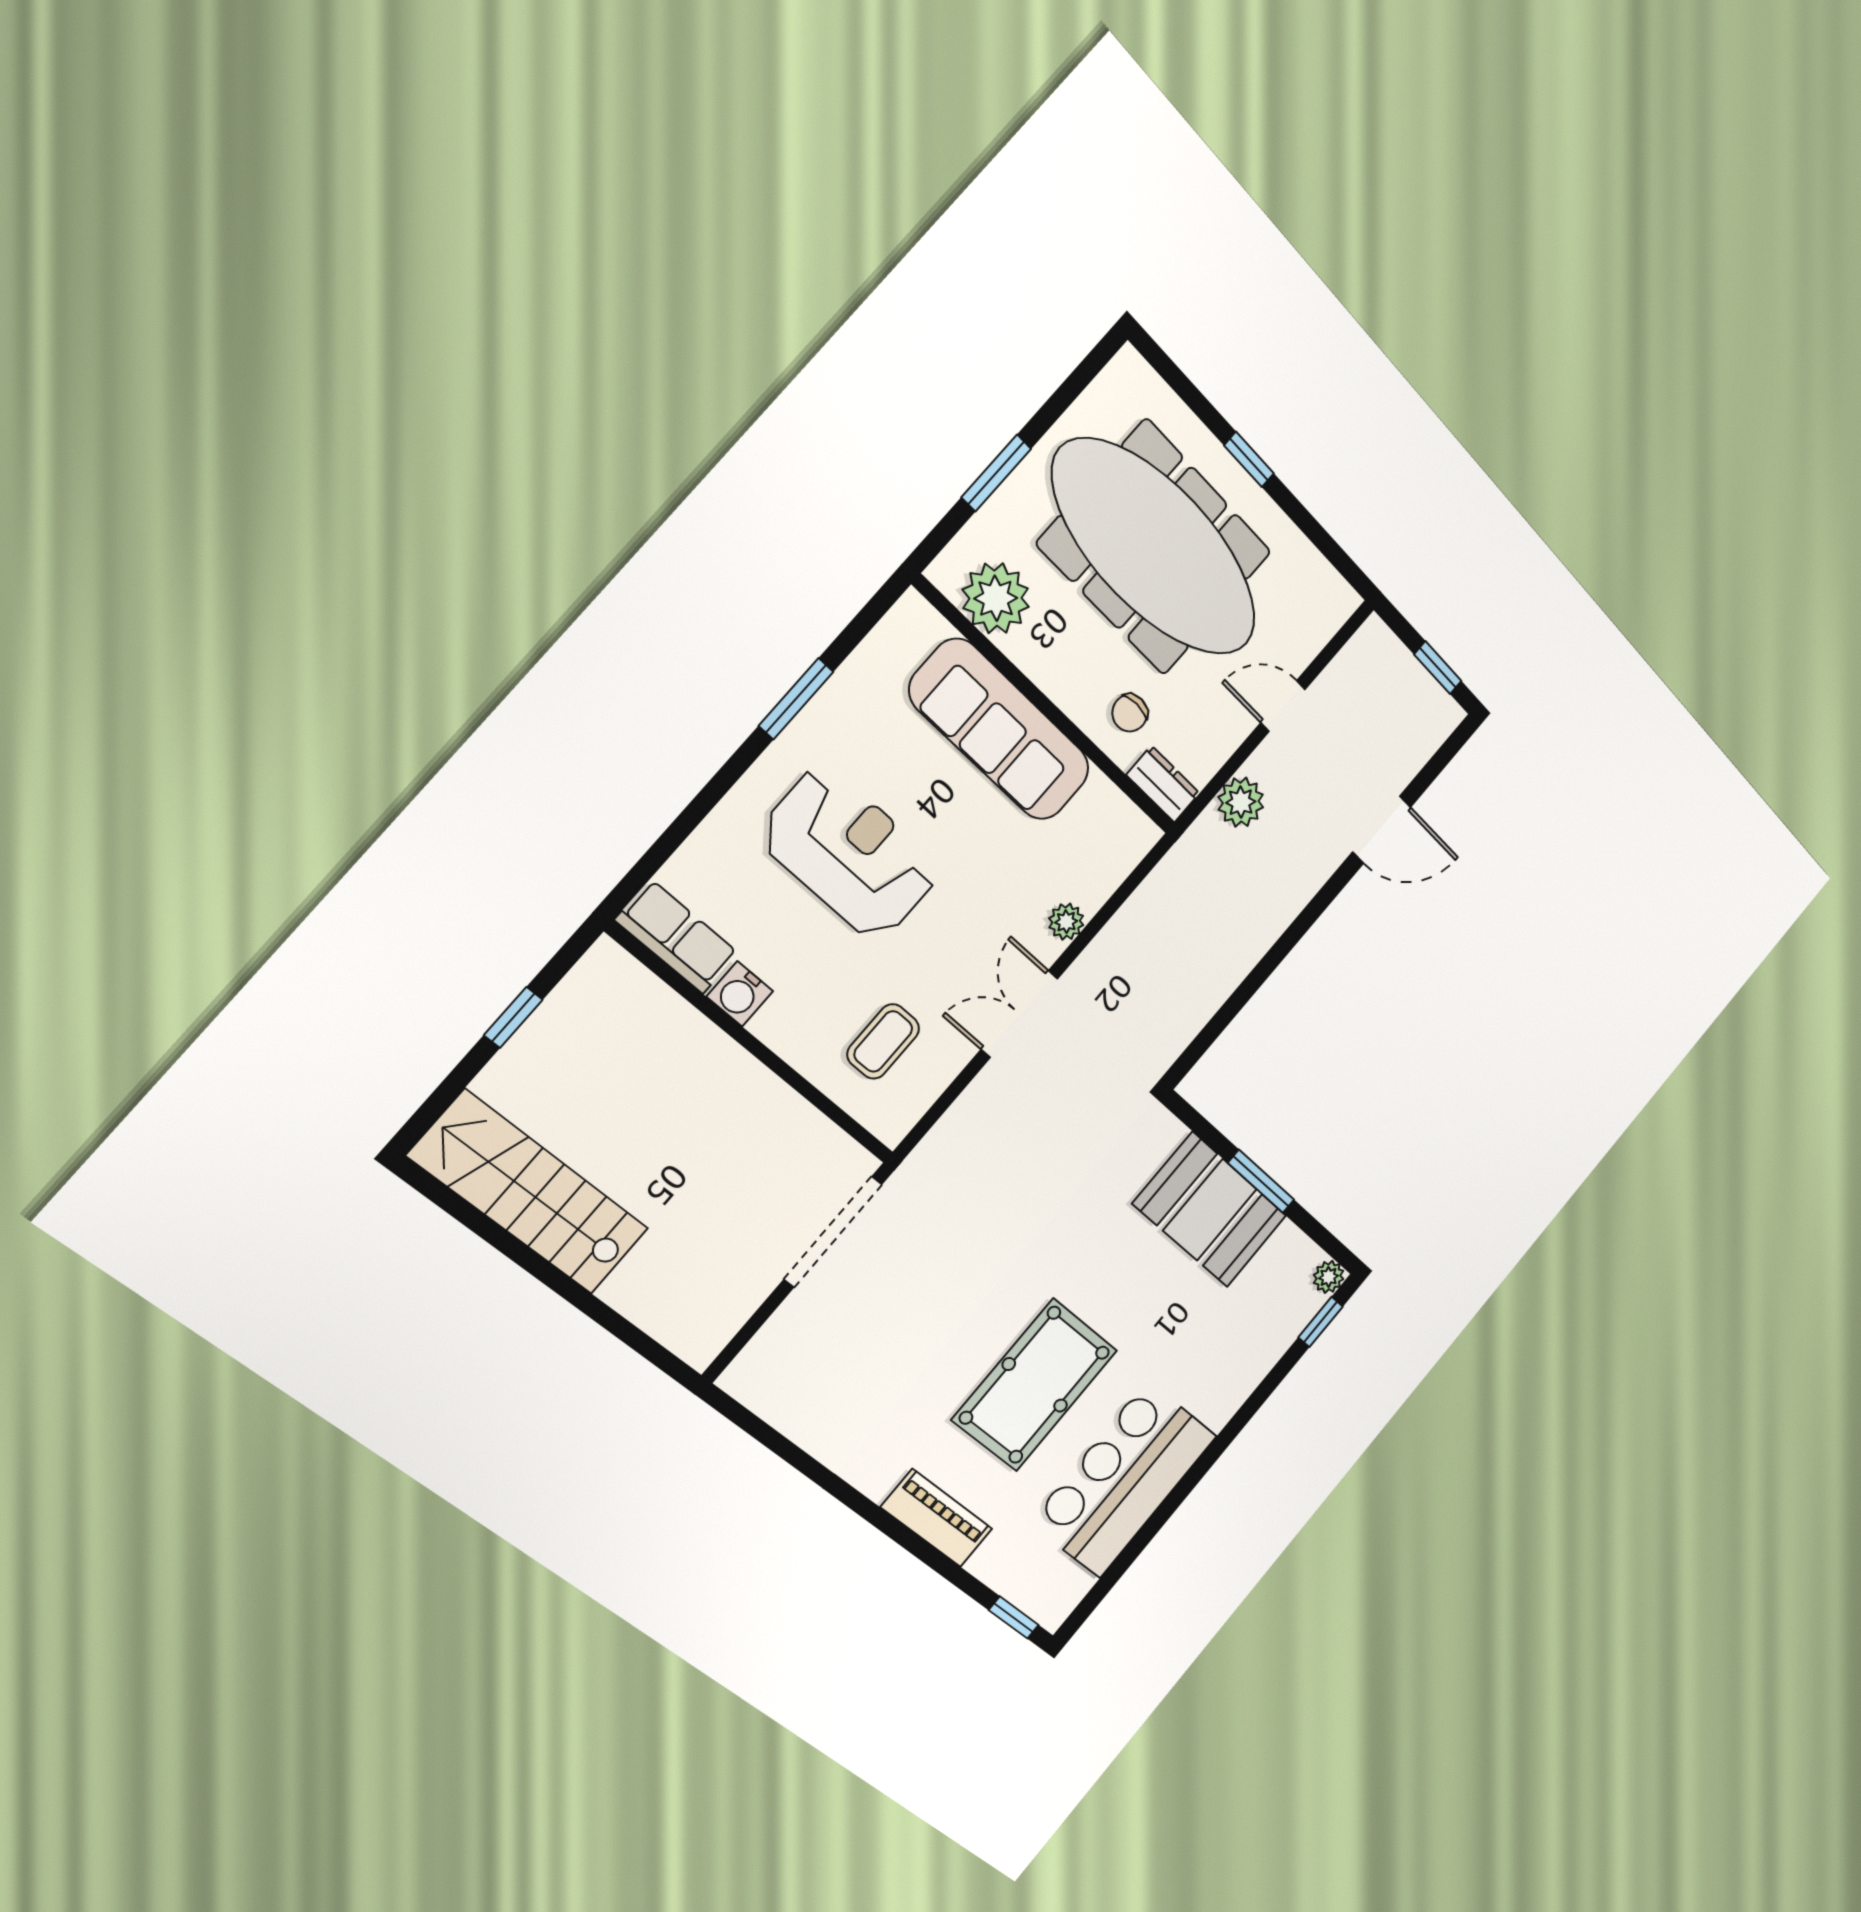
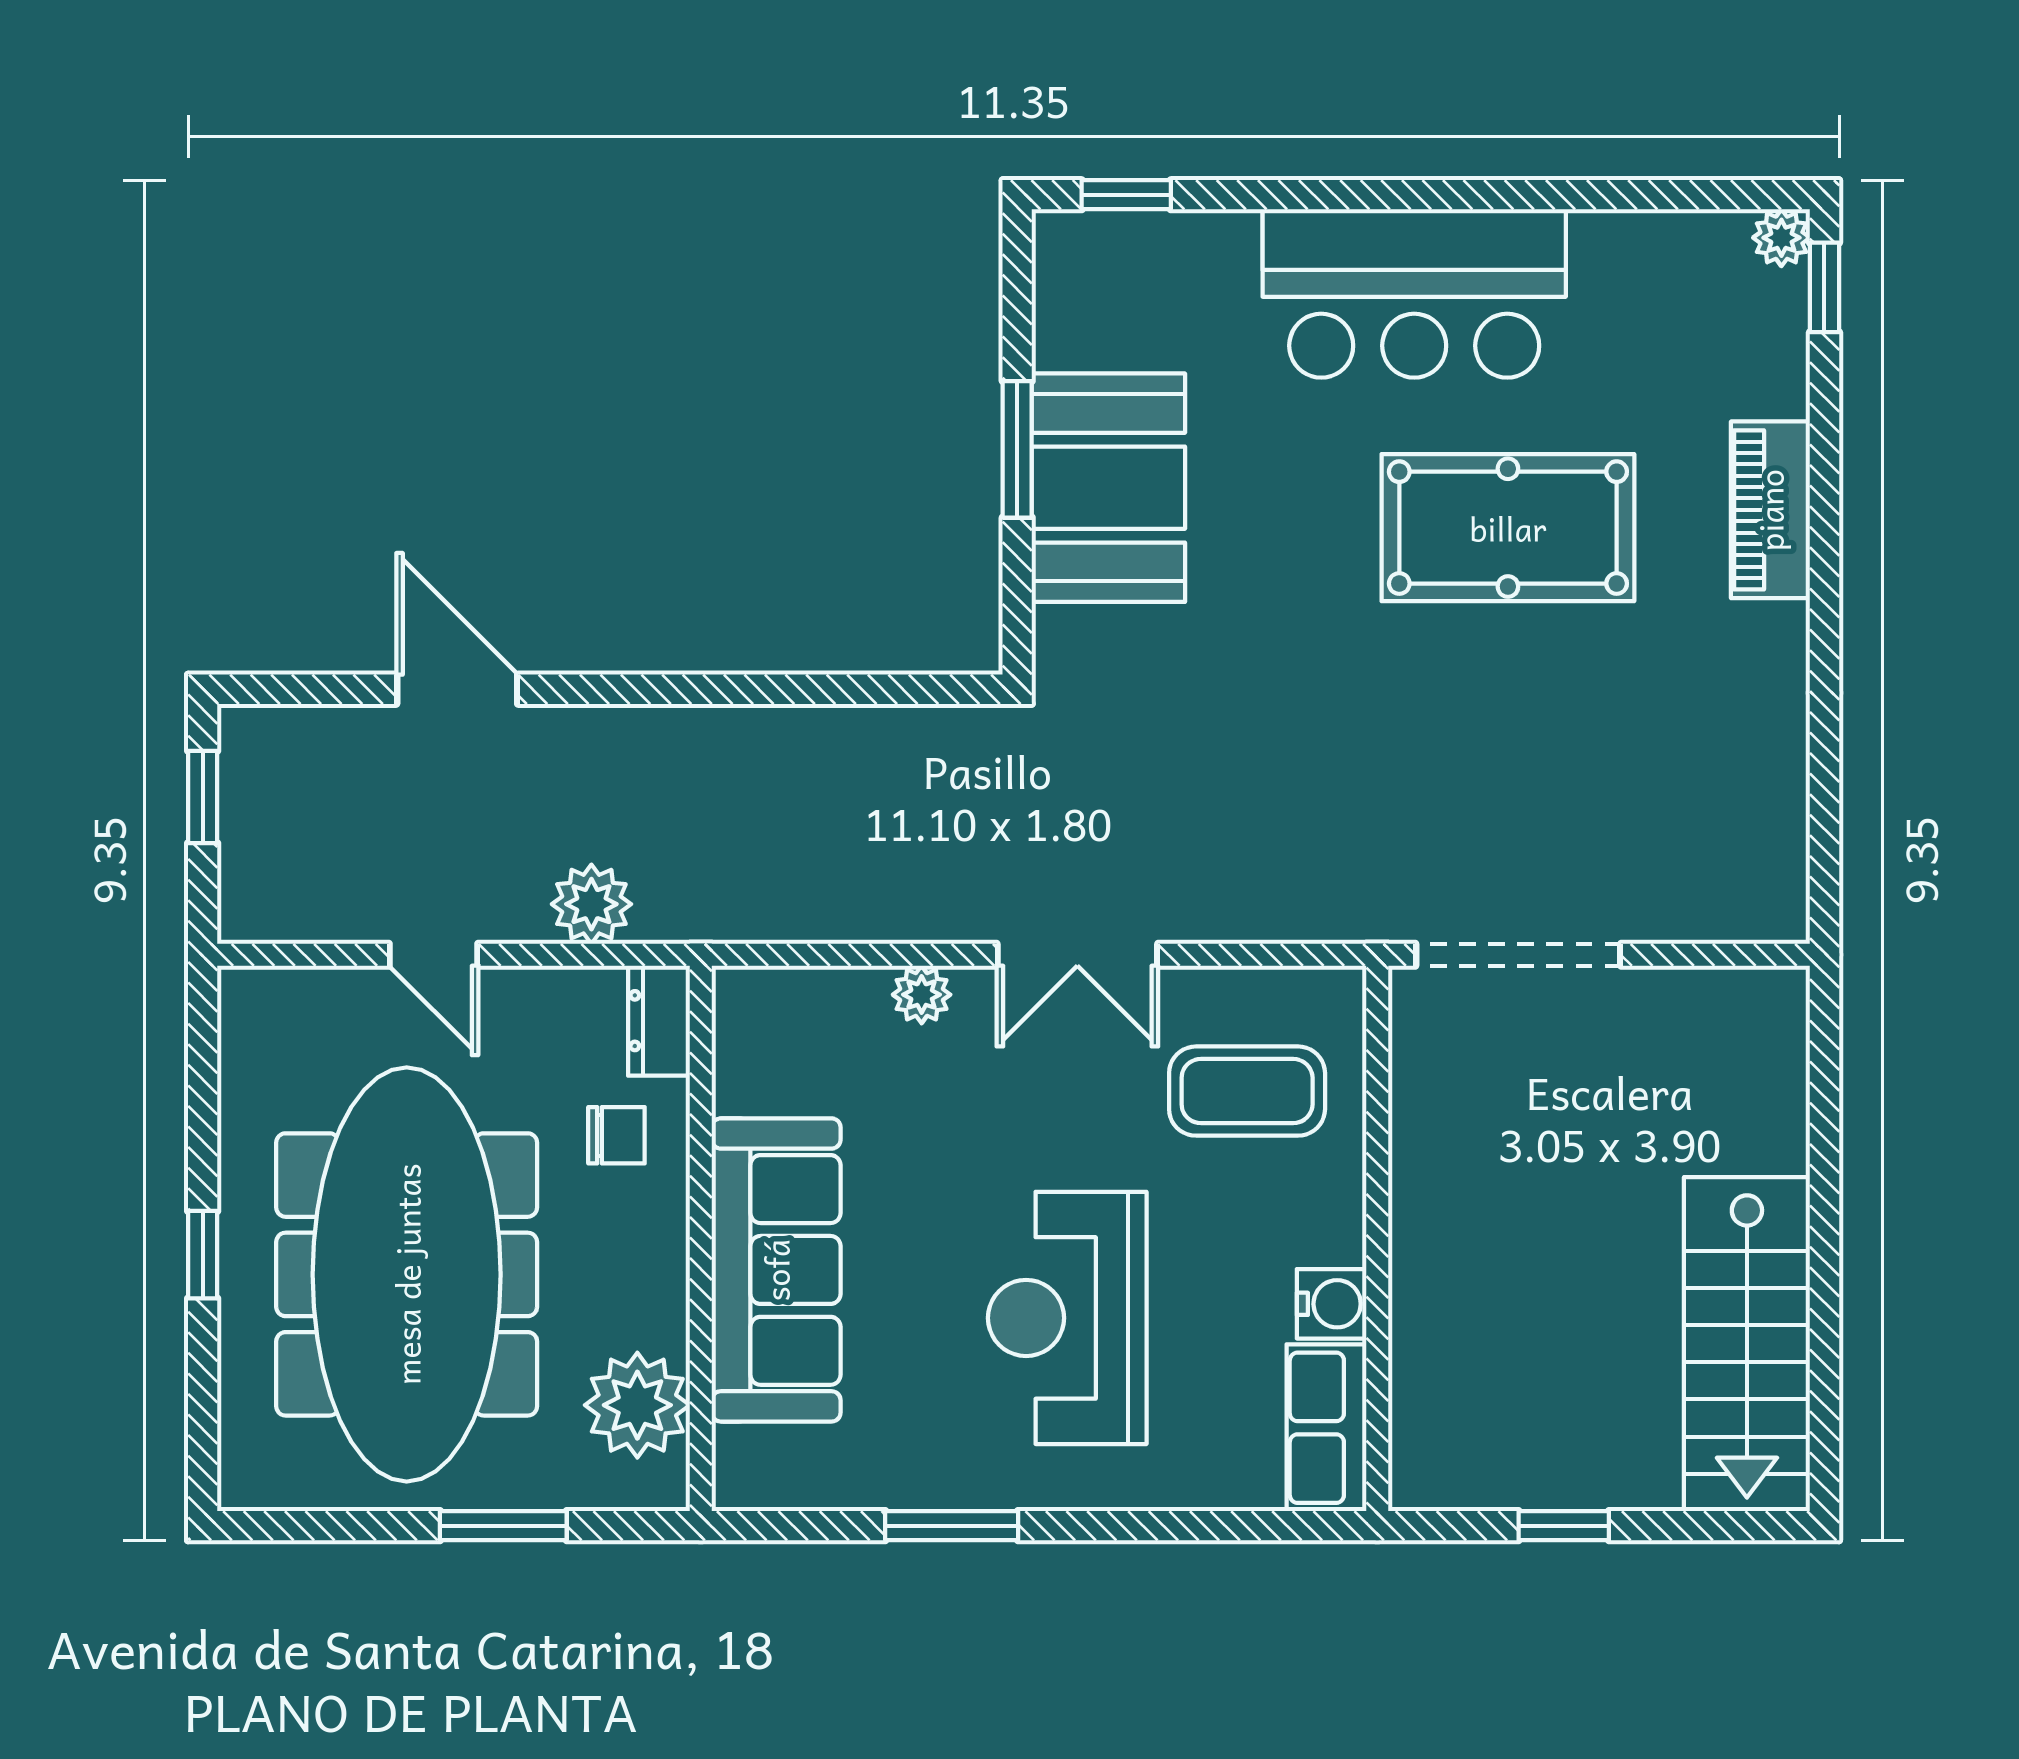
coffee table: (883, 1041) -> (1247, 1091), width x1.36, depth x1.30
plant: (1329, 1277) -> (1781, 238), moved
bar counter: (1124, 1479) -> (1414, 293), moved

